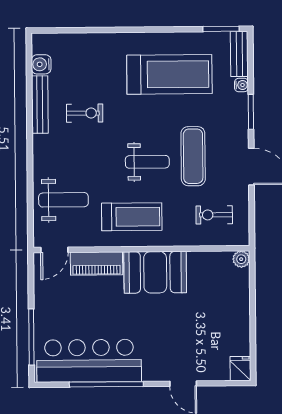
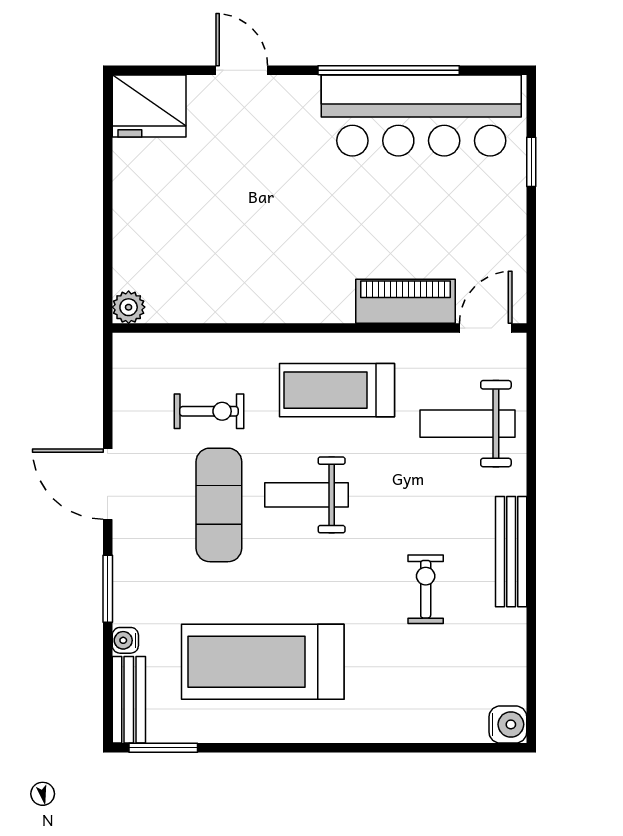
water cooler: (41, 64) -> (508, 724), moved
bench: (40, 105) -> (511, 552), moved
exercise bike: (85, 113) -> (426, 589), turned 90
exercise bike: (214, 215) -> (209, 411), moved
booth: (155, 272) -> (293, 284), removed
window: (31, 337) -> (531, 162), width x0.46
fridge: (240, 369) -> (149, 106), width x1.88, depth x1.34

